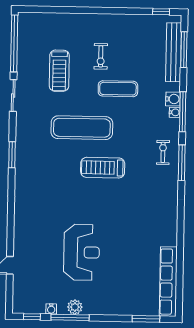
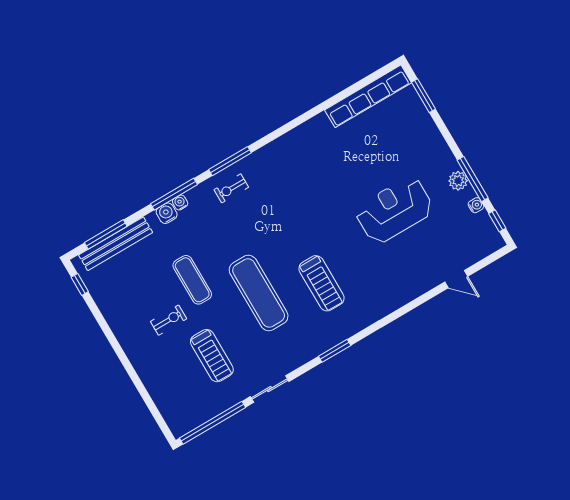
treadmill: (59, 71) -> (212, 356), turned 90
treadmill: (103, 168) -> (322, 283), moved

